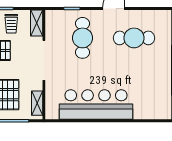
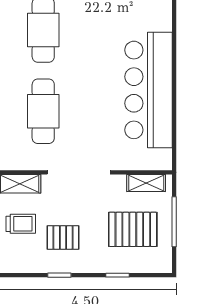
cafe table: (83, 38) -> (43, 111), turned 90

